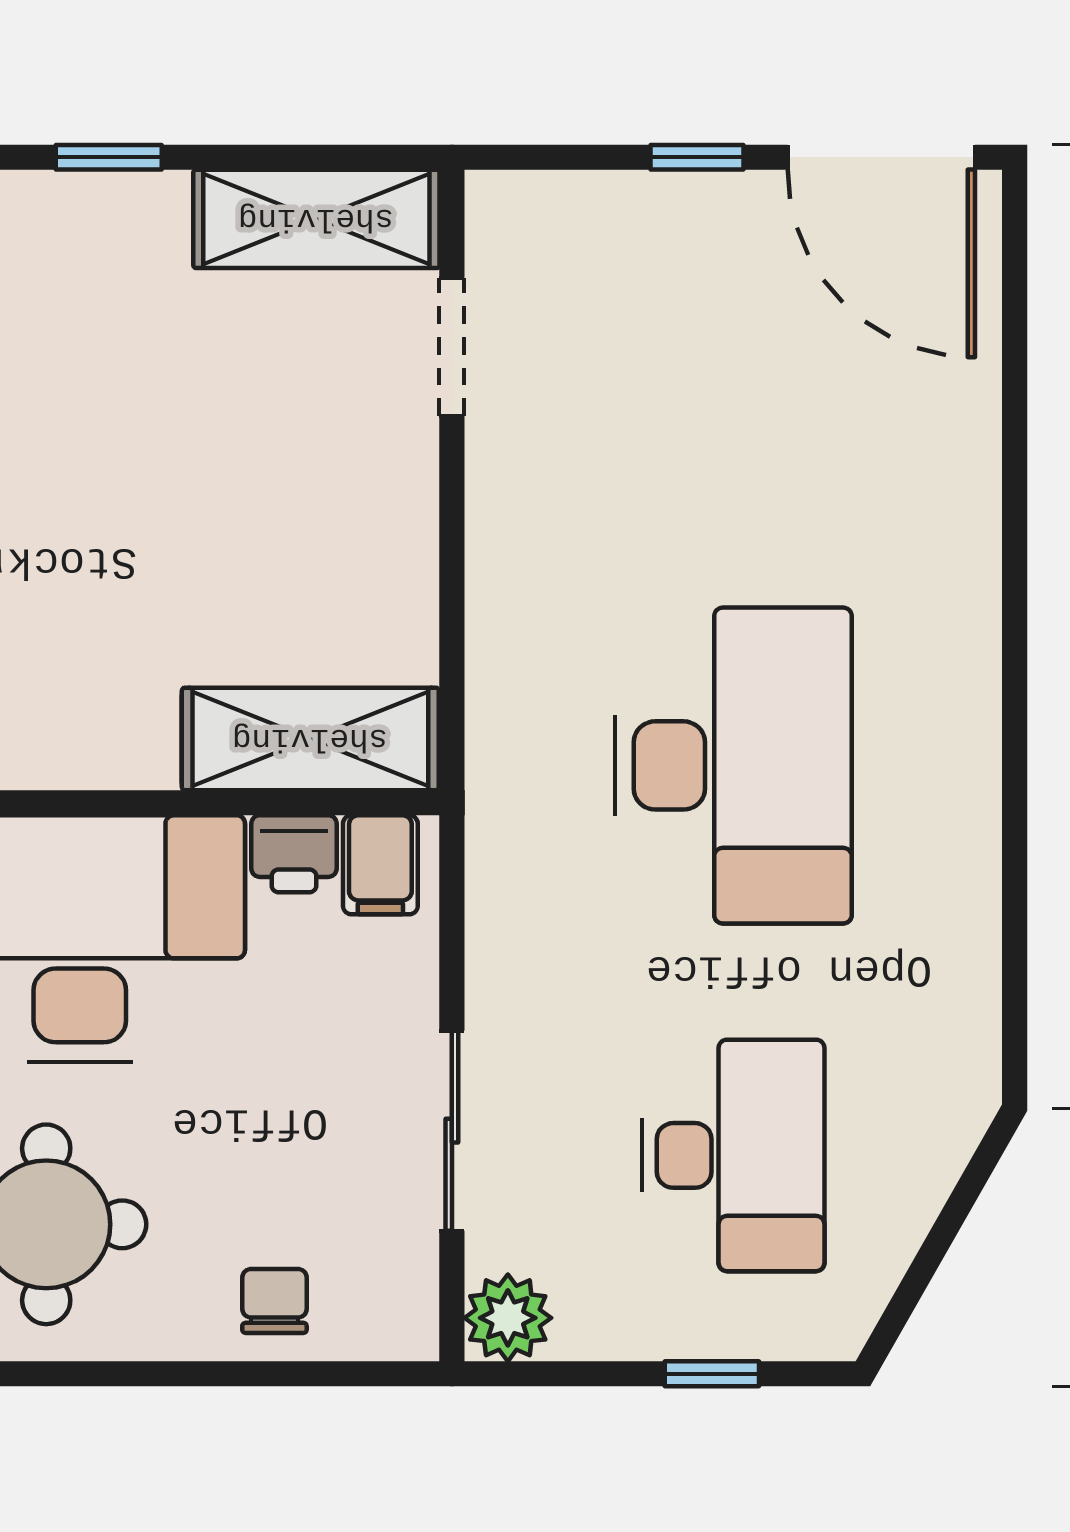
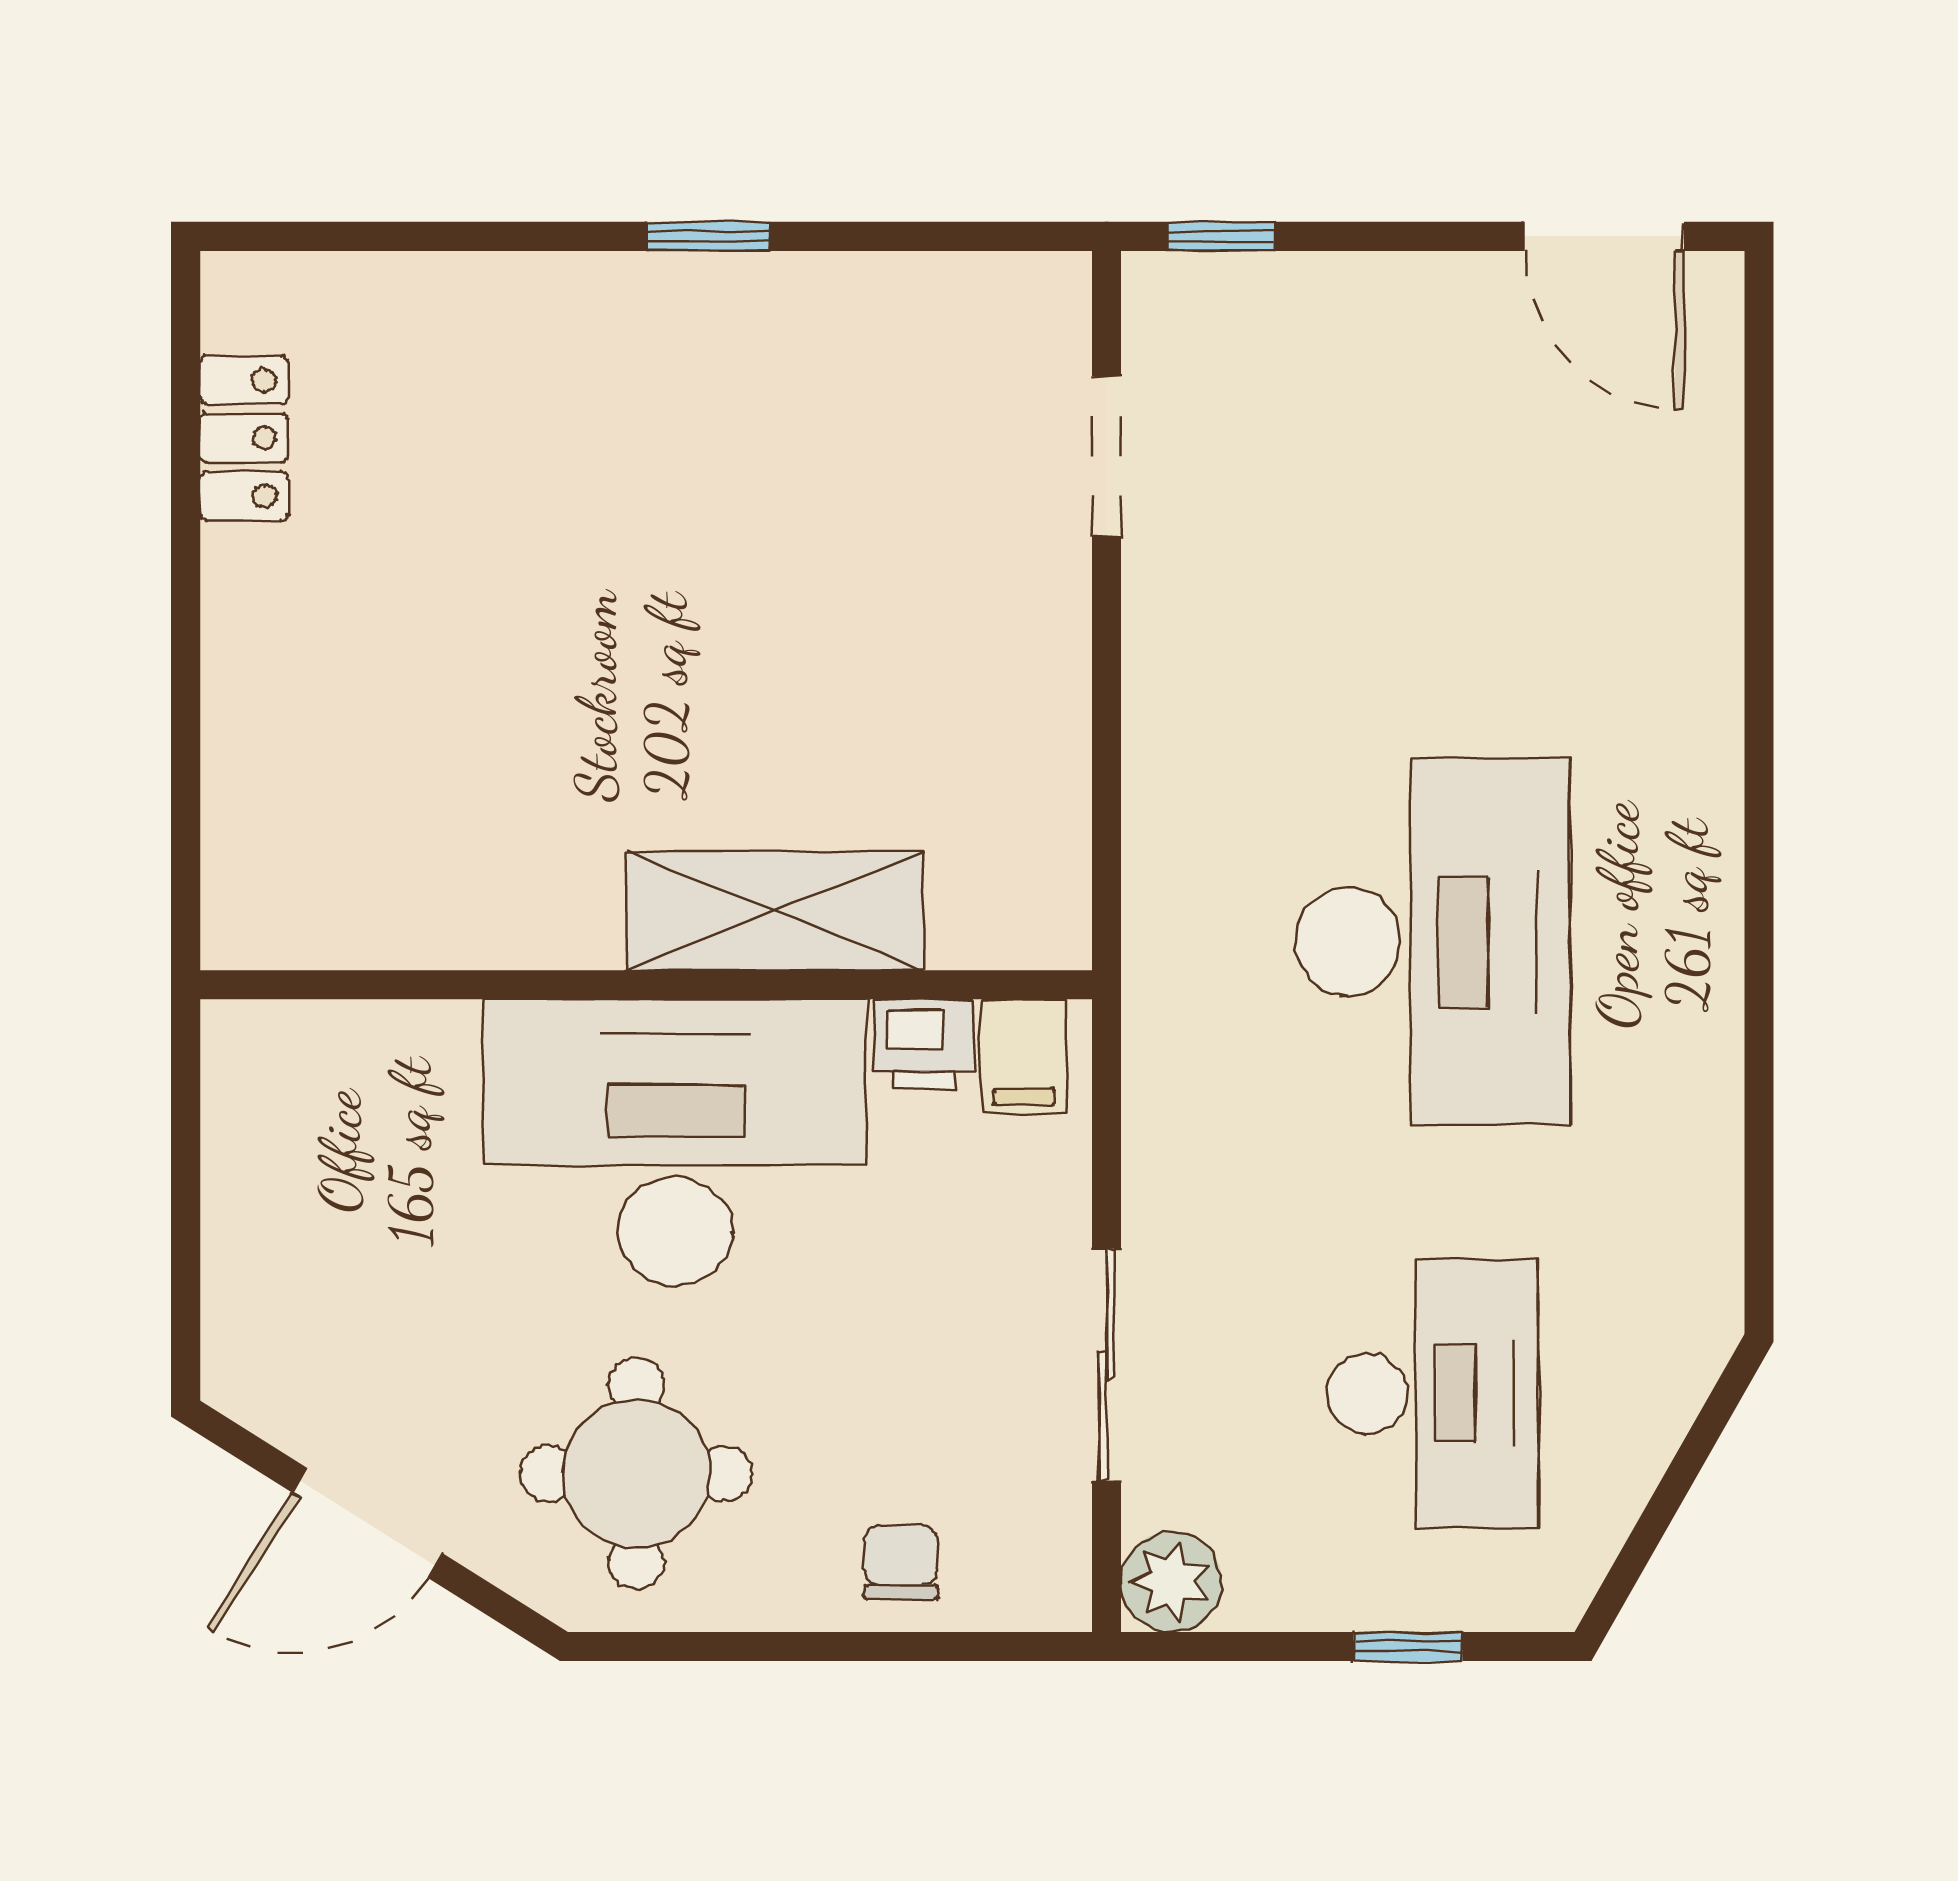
window: (697, 157) -> (1221, 236), moved
door: (881, 157) -> (1604, 236), width x0.73
shelving: (316, 219) -> (950, 308), removed
shelving: (310, 739) -> (774, 911), moved

